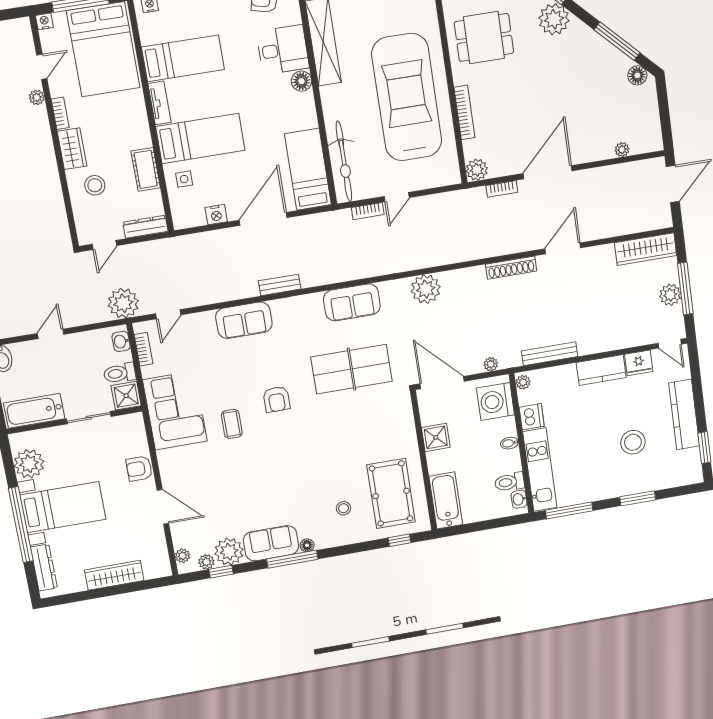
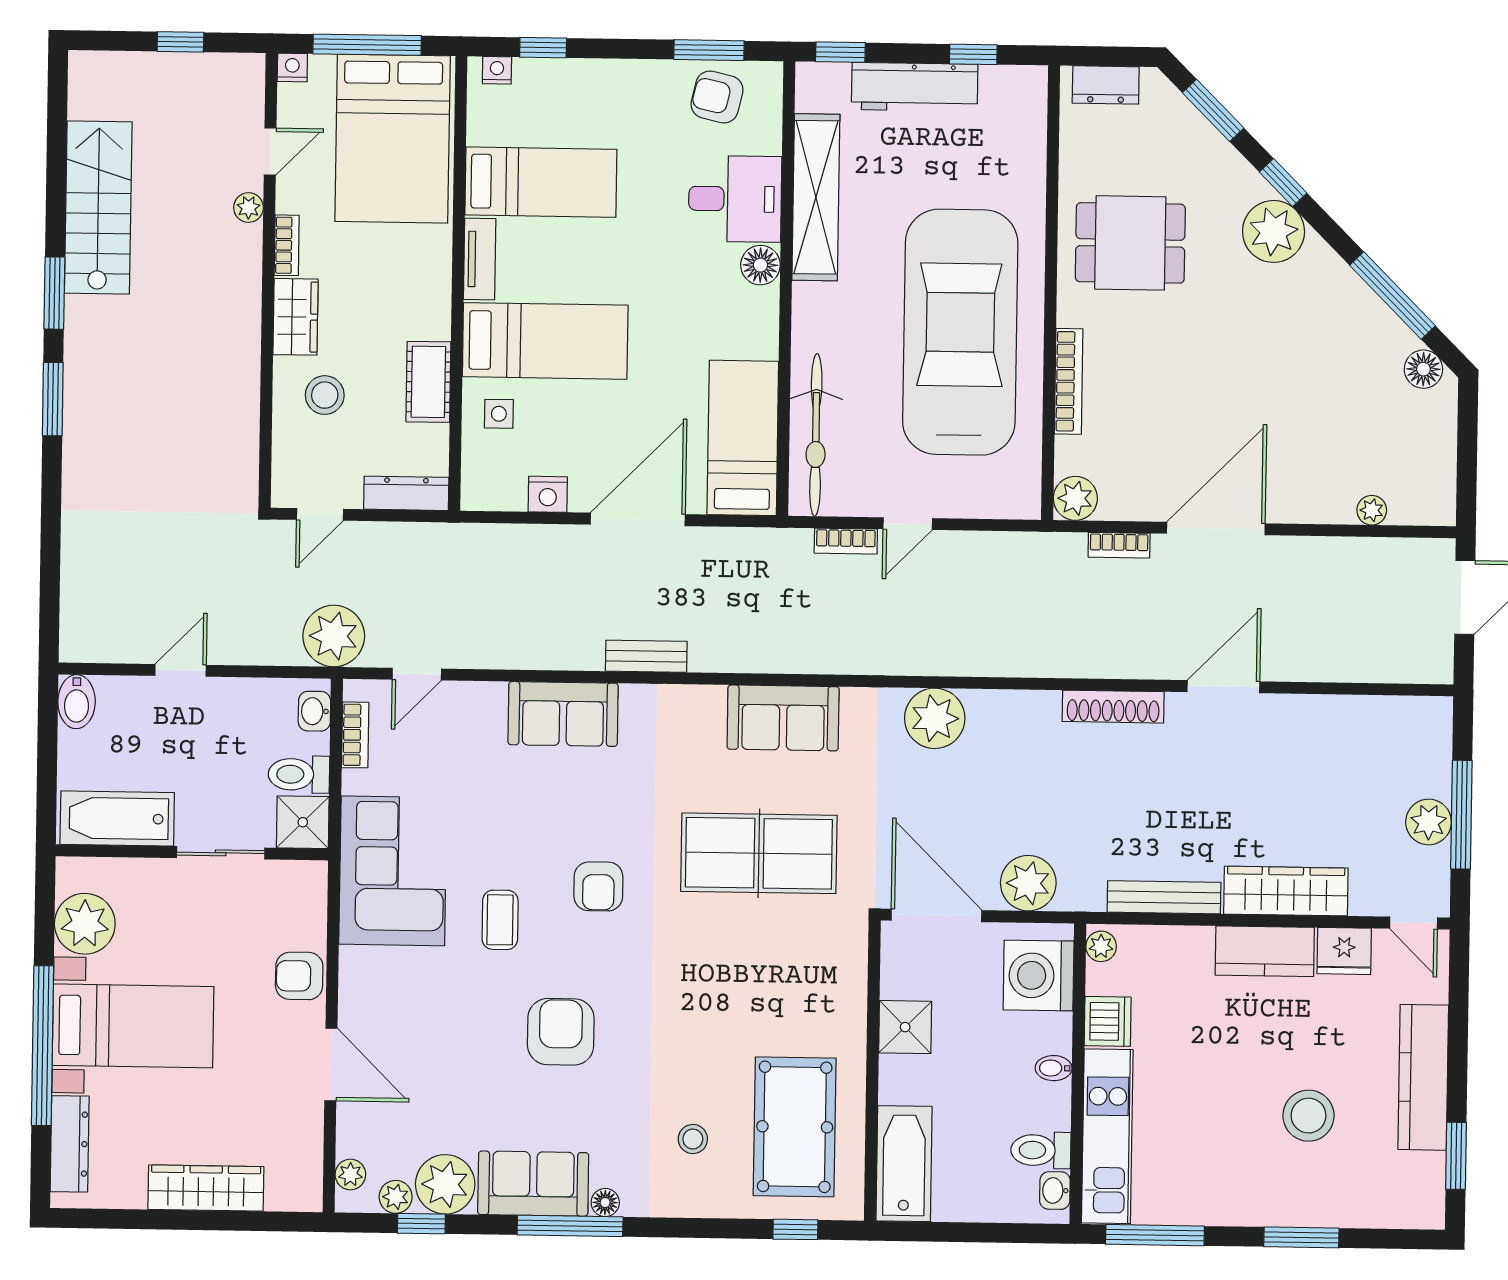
wardrobe: (646, 249) -> (1286, 891), moved, turned 180
plant: (491, 364) -> (1028, 883), width x1.88, depth x1.88
armchair: (271, 471) -> (561, 1032), added

